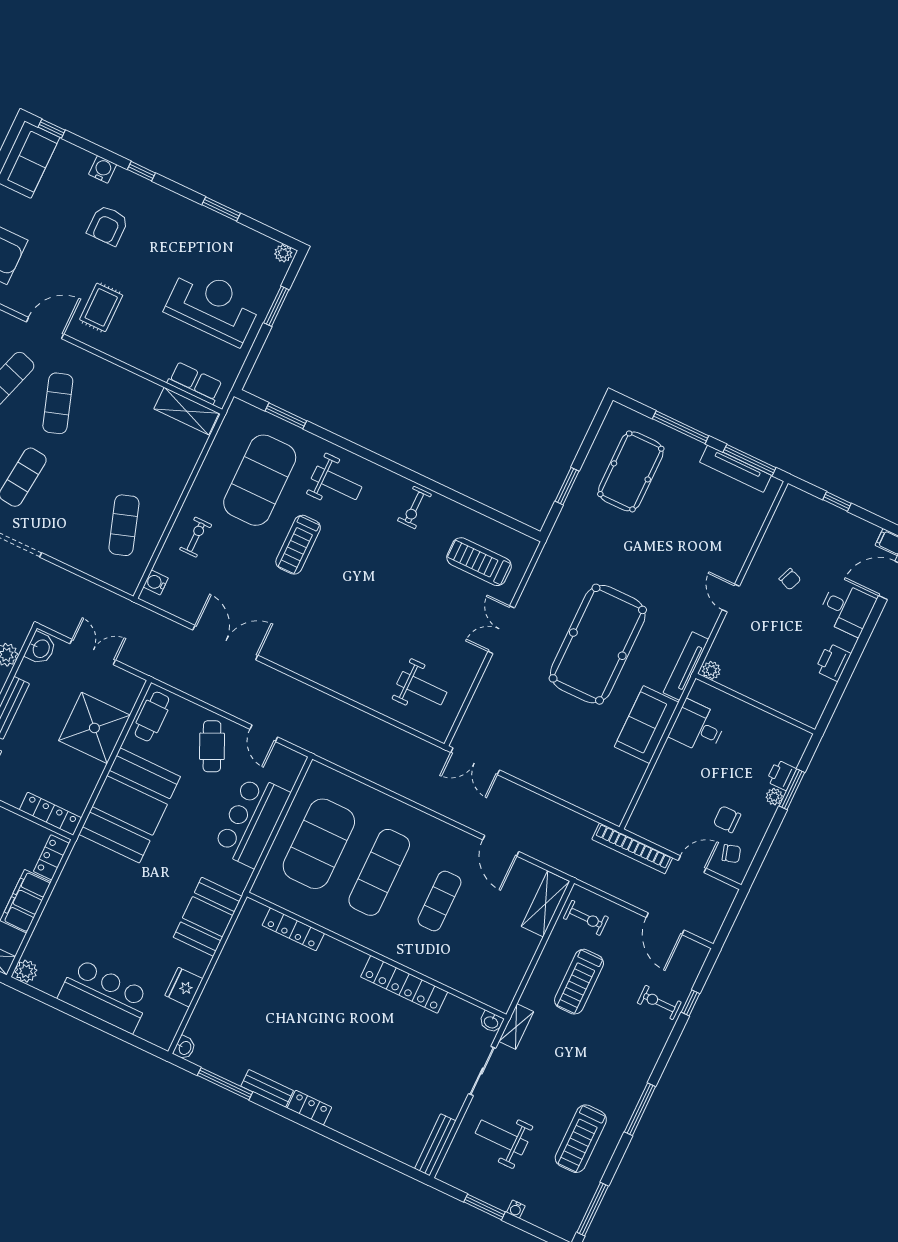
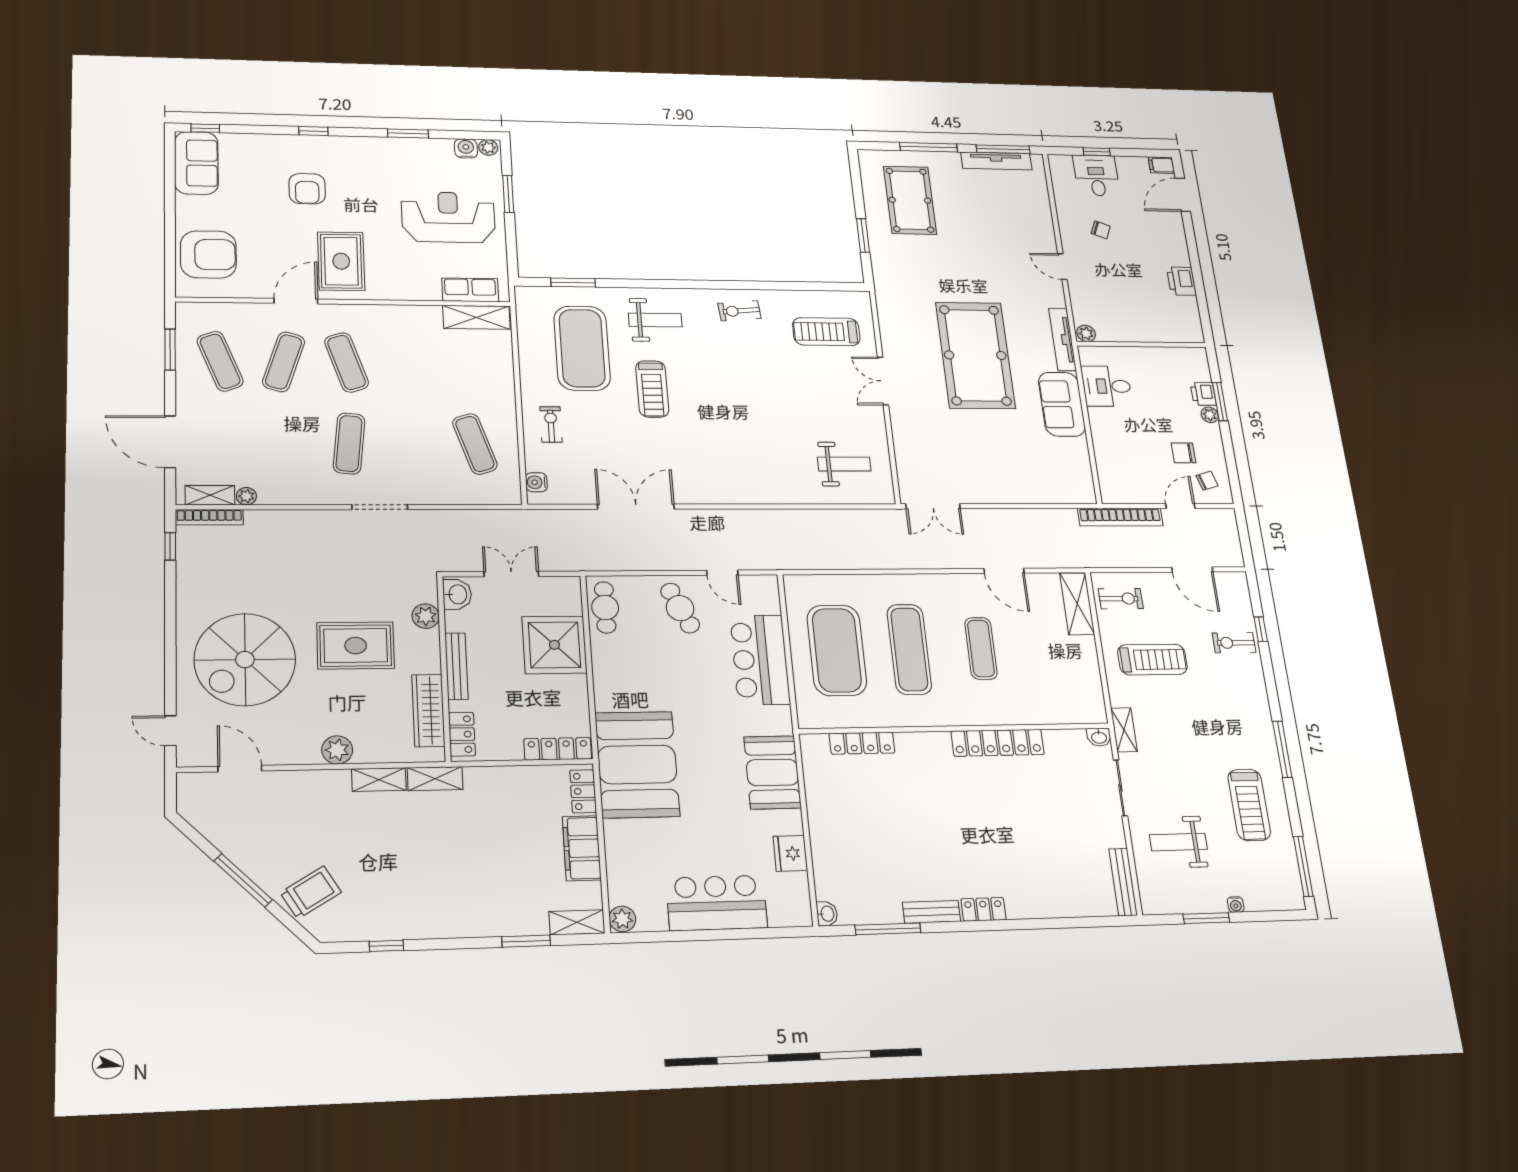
water cooler: (103, 169) -> (466, 148), moved
rug: (101, 307) -> (341, 261), width x1.36, depth x1.43
exercise bike: (414, 508) -> (739, 311), turned 85
desk: (847, 609) -> (1096, 176), moved, turned -90
booth: (130, 805) -> (637, 764), moved
treadmill: (579, 982) -> (1152, 660), turned -90

